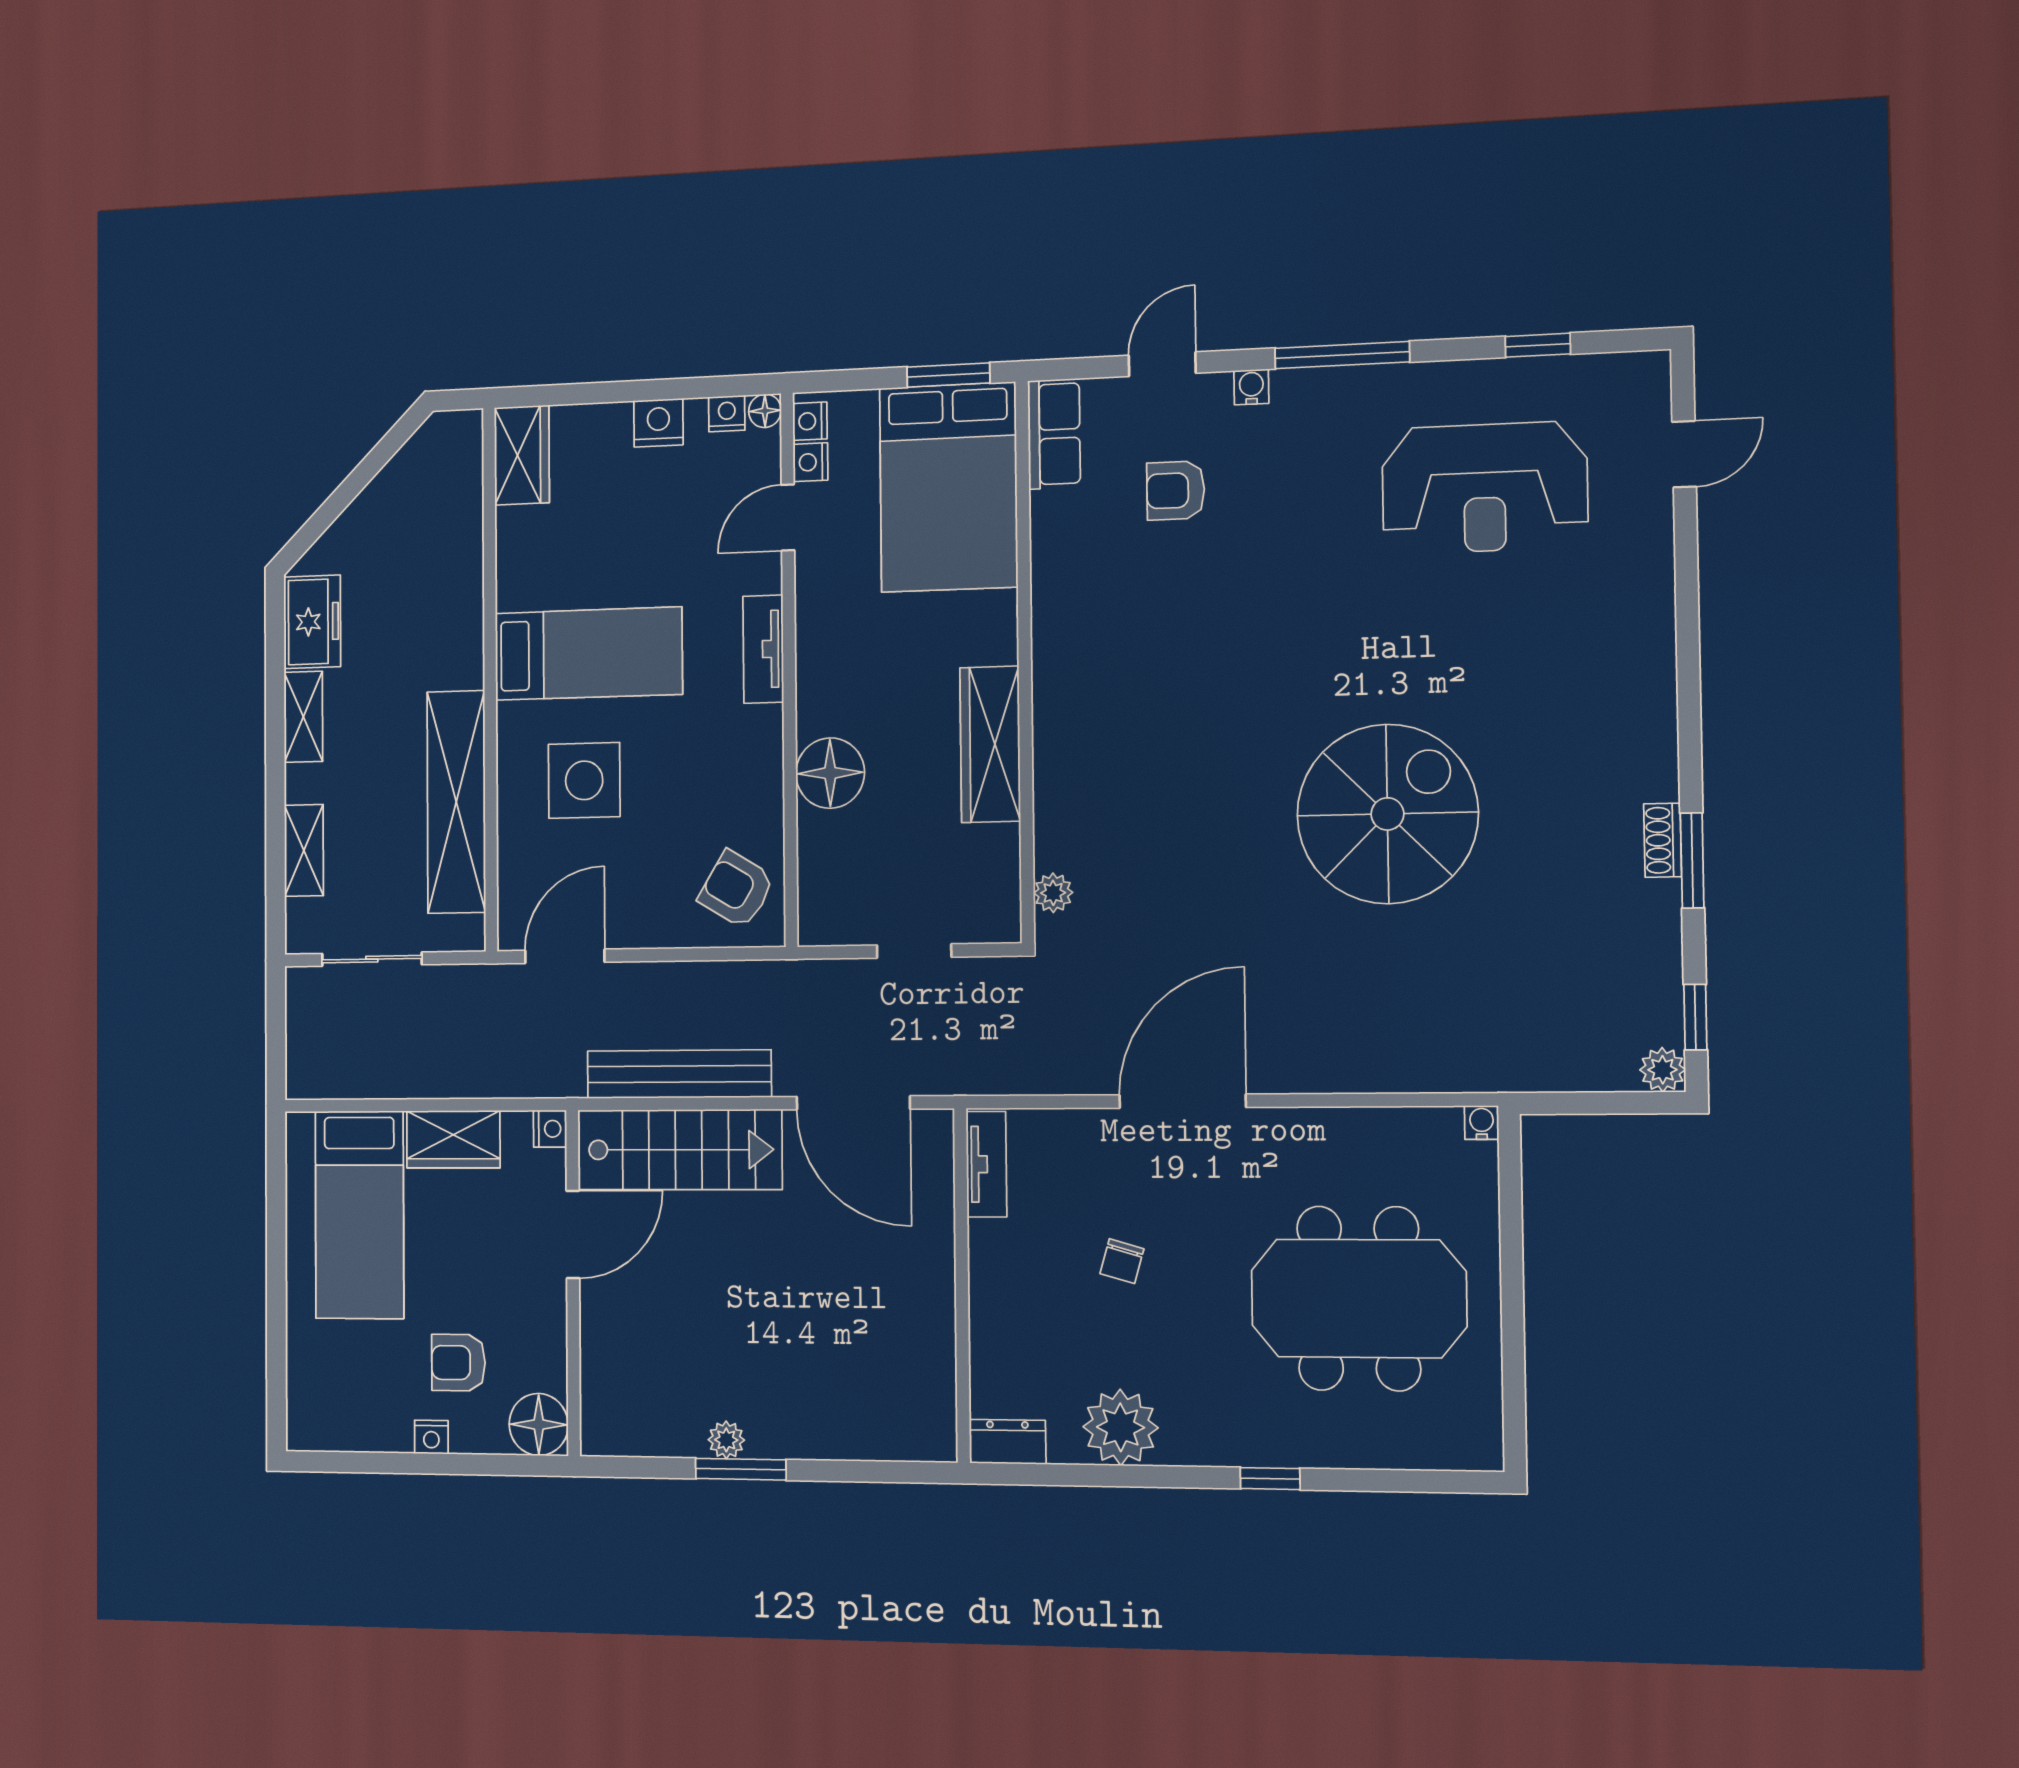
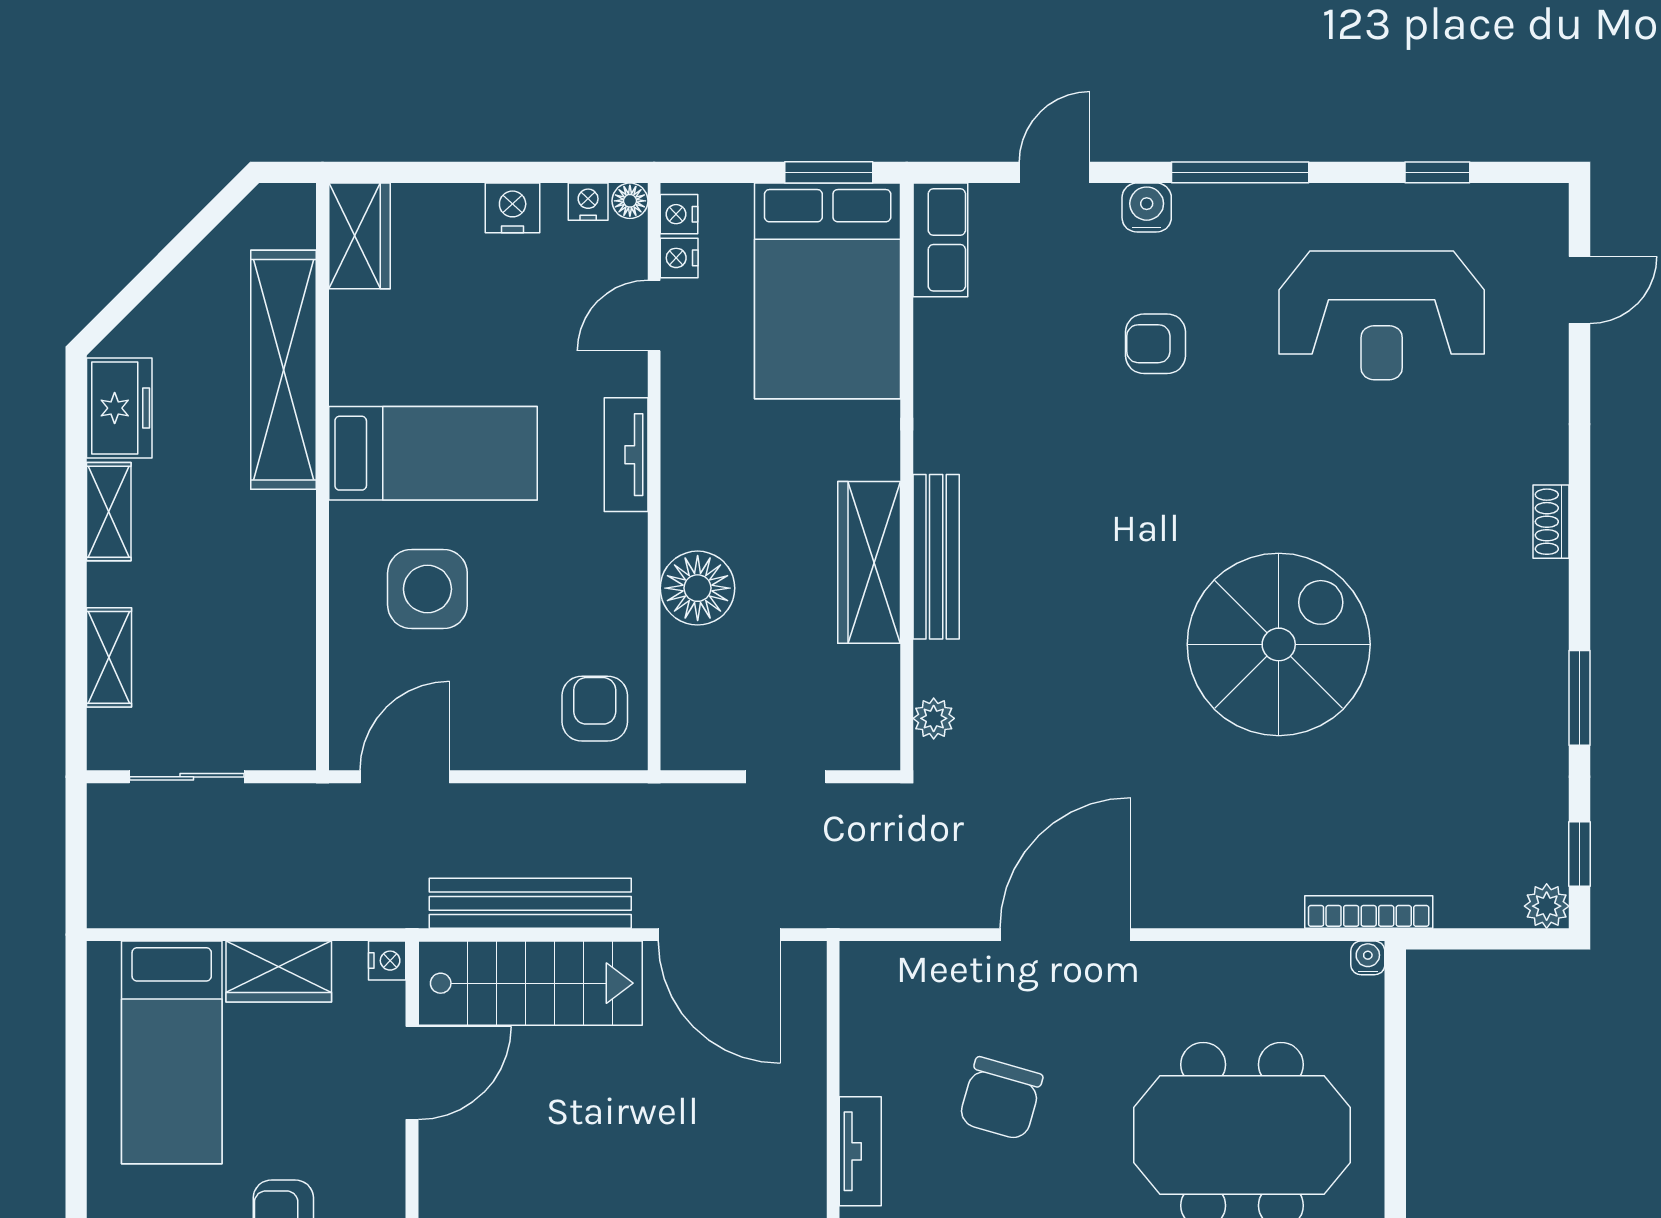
water cooler: (1251, 387) -> (1147, 208), width x1.38, depth x1.38
armchair: (1176, 490) -> (1156, 344), moved
bench: (1054, 737) -> (936, 557), added
shelving: (456, 802) -> (284, 370), moved
shoe rack: (1663, 840) -> (1551, 522), moved
armchair: (737, 889) -> (595, 709), turned 59
bookcase: (1482, 1077) -> (1369, 912), added
tv unit: (986, 1164) -> (860, 1151), moved
chair: (1122, 1261) -> (1001, 1099), width x1.87, depth x1.87

